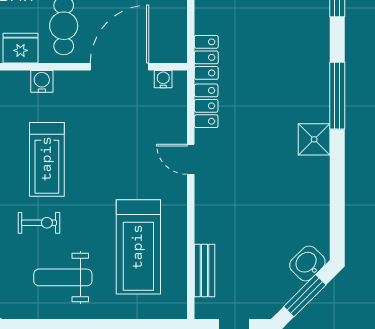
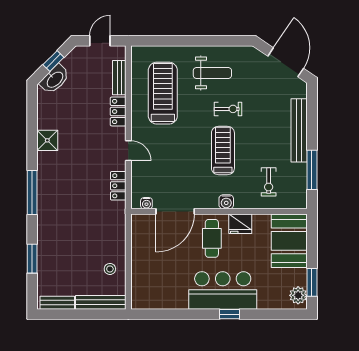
locker: (206, 57) -> (118, 111), moved
shower: (314, 139) -> (47, 140), moved
exercise bike: (39, 223) -> (228, 109), turned 180
washbasin: (307, 263) -> (55, 79), width x1.38
window: (305, 296) -> (53, 61), width x0.67

